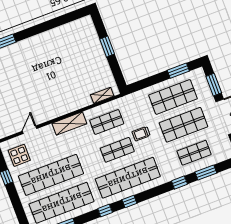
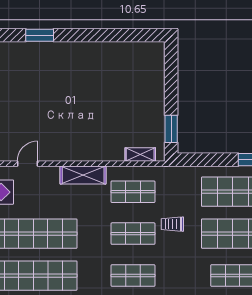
window: (107, 47) -> (171, 129), moved
shop shelf: (128, 178) -> (133, 276), width x0.50, depth x0.74

